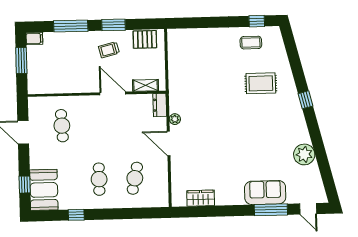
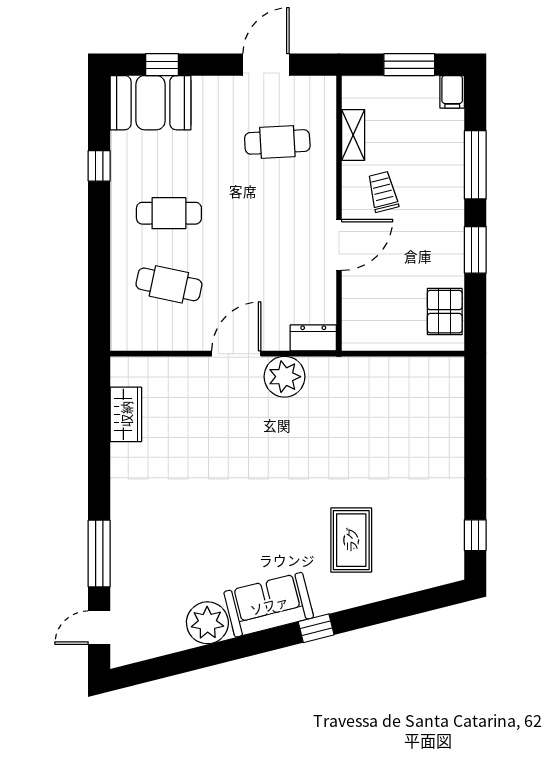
coffee table: (251, 43) -> (433, 522), removed
trolley: (109, 50) -> (383, 192), moved
shelving: (146, 85) -> (353, 135), moved
plant: (175, 119) -> (285, 377), width x1.87, depth x1.87
sofa: (265, 193) -> (269, 605), moved, turned -104

